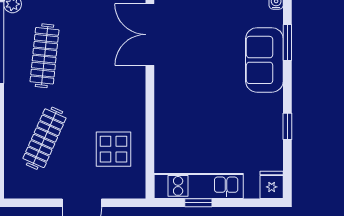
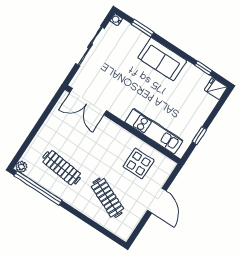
sofa: (264, 60) -> (162, 59), moved
window: (287, 126) -> (203, 68), moved
kitchen unit: (199, 186) -> (154, 131), moved, turned 90

